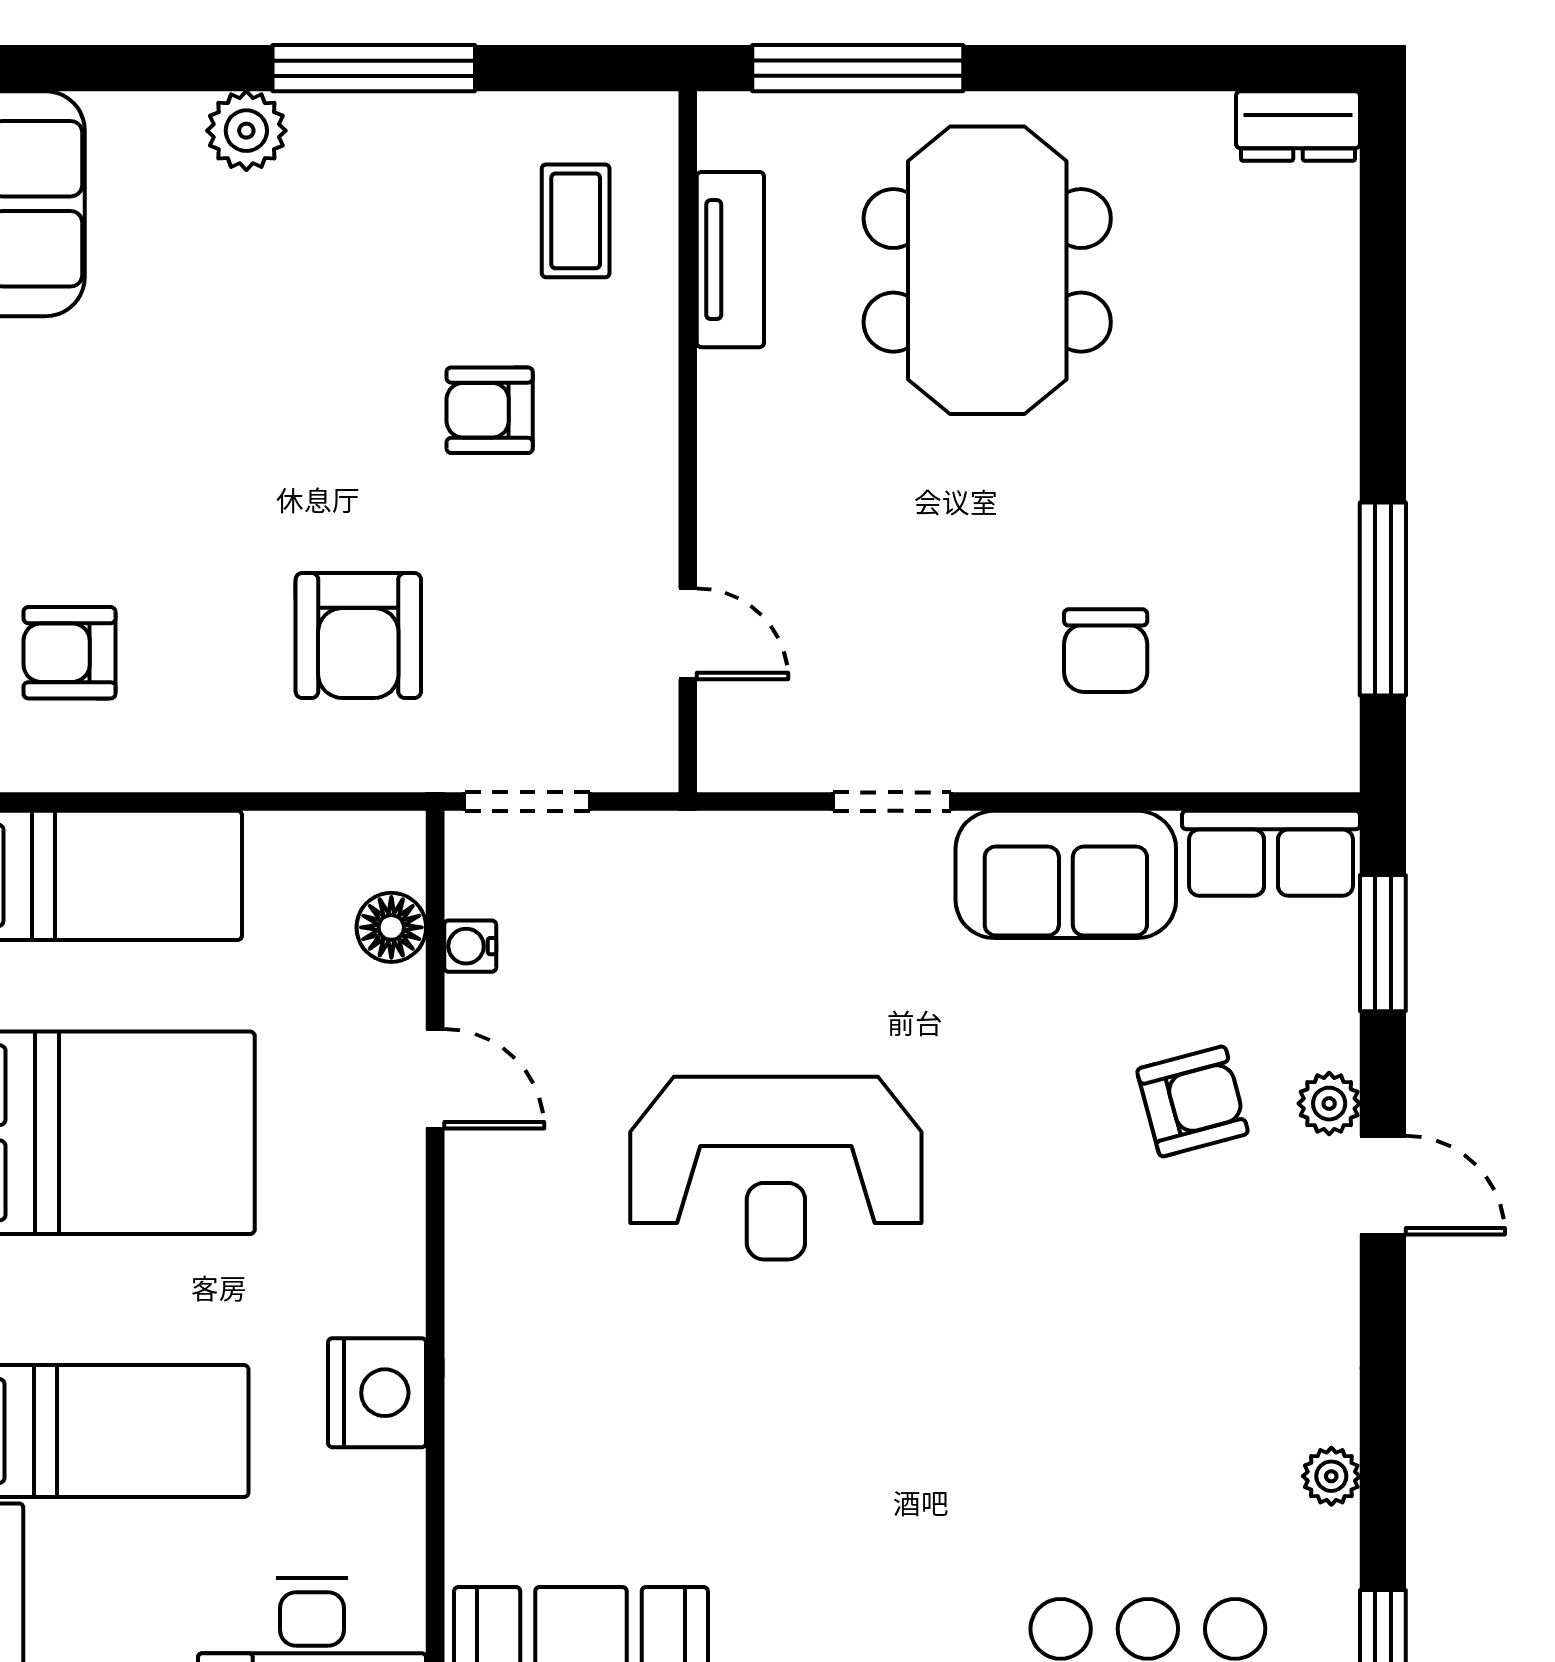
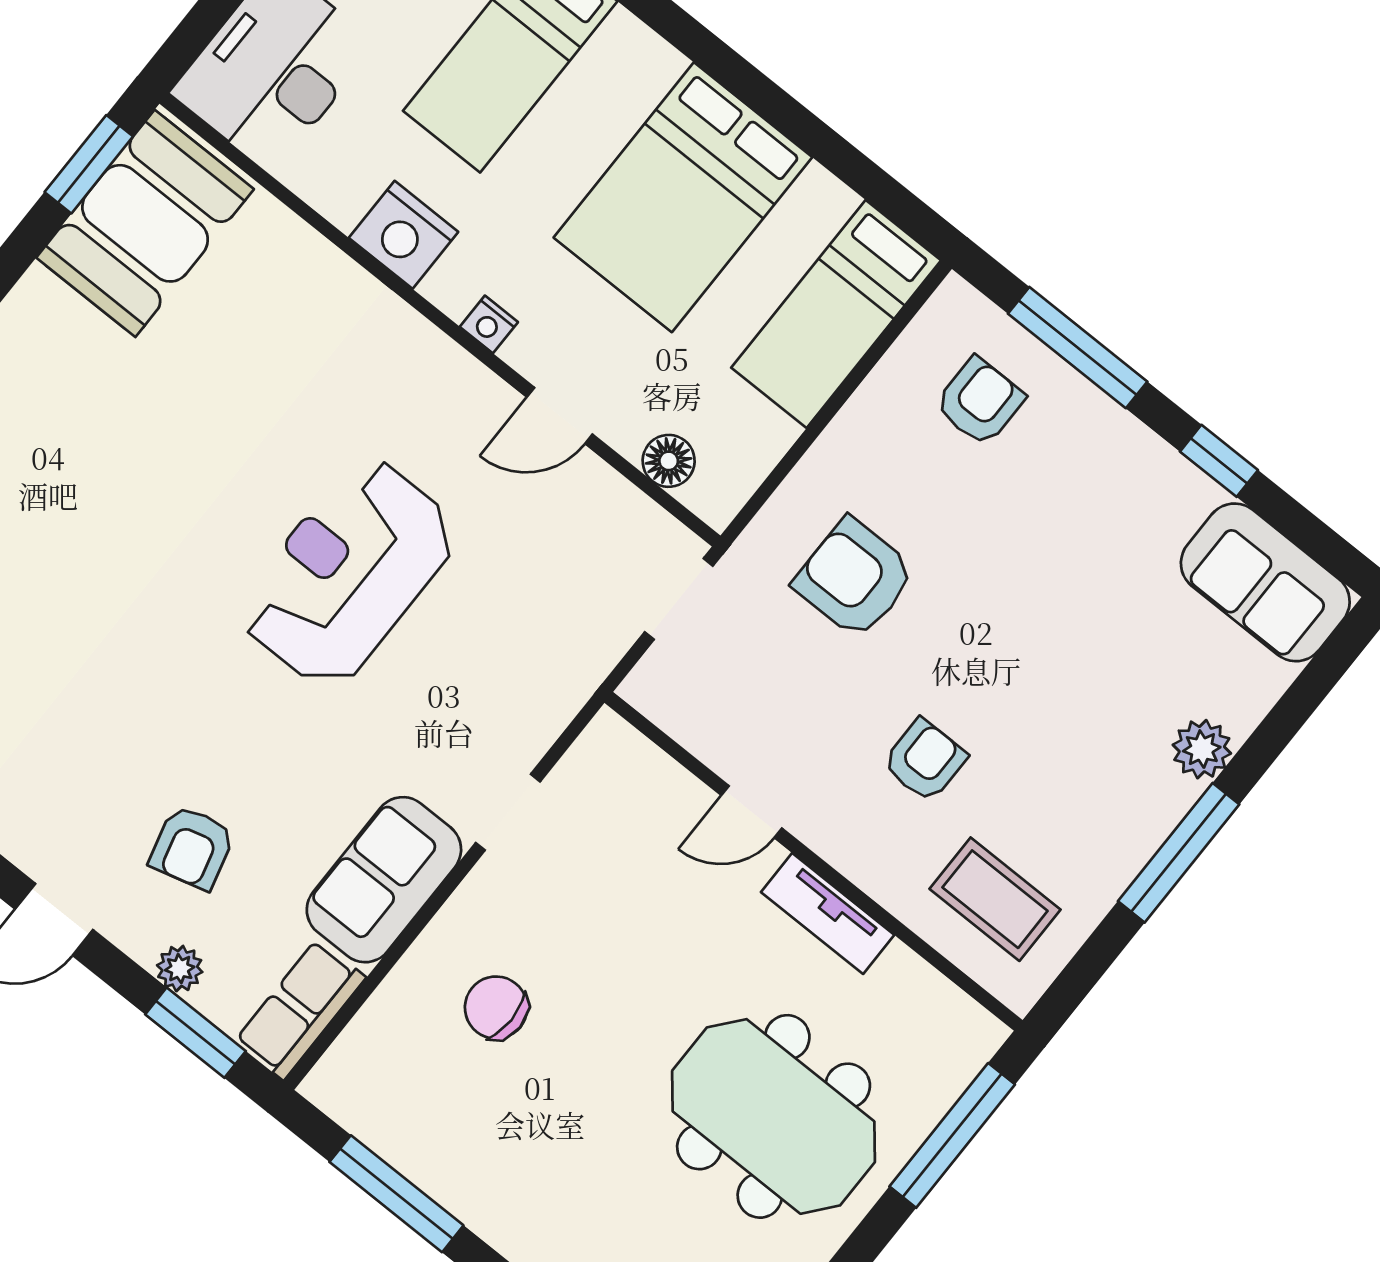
coffee table: (576, 221) -> (995, 899), width x1.36, depth x1.30
tv unit: (730, 260) -> (828, 914), moved
door: (688, 634) -> (752, 812), moved
water cooler: (470, 946) -> (621, 498), removed
plant: (1329, 1104) -> (180, 969), moved
nightstand: (399, 1229) -> (489, 324), added

